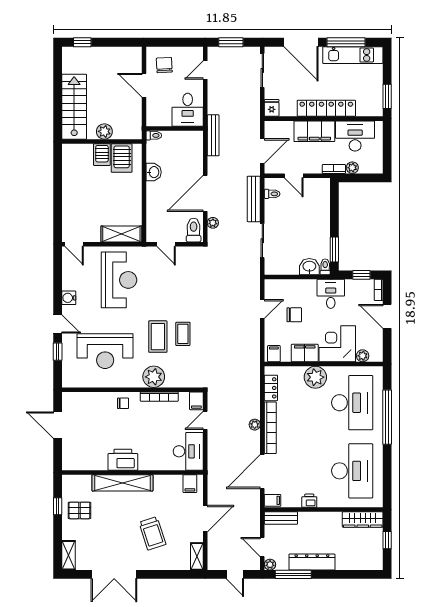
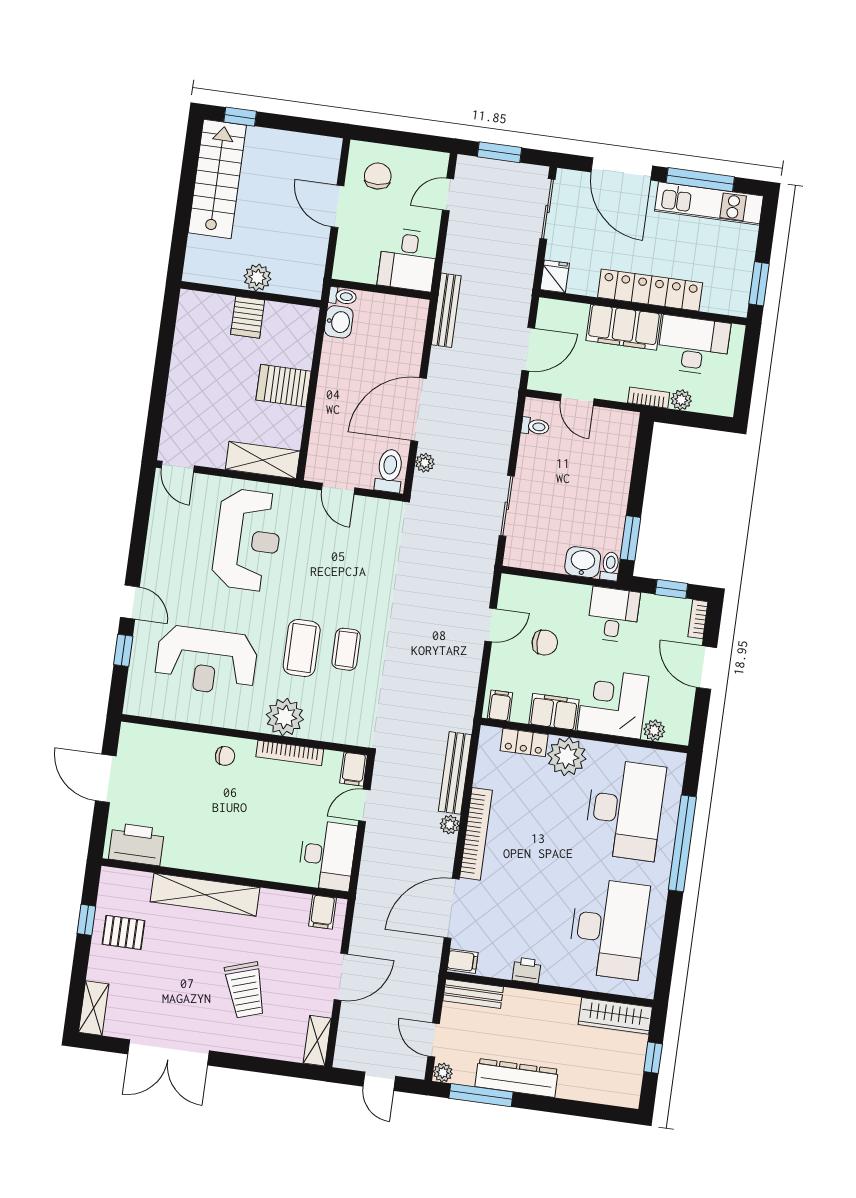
stairs: (74, 107) -> (217, 179), moved
server rack: (122, 158) -> (283, 386), moved, turned 90
washbasin: (154, 172) -> (339, 322), moved
bench: (254, 199) -> (455, 773), moved
water cooler: (69, 298) -> (156, 559), removed
locker: (271, 388) -> (524, 743), moved, turned 90
printer: (123, 460) -> (136, 844), moved

